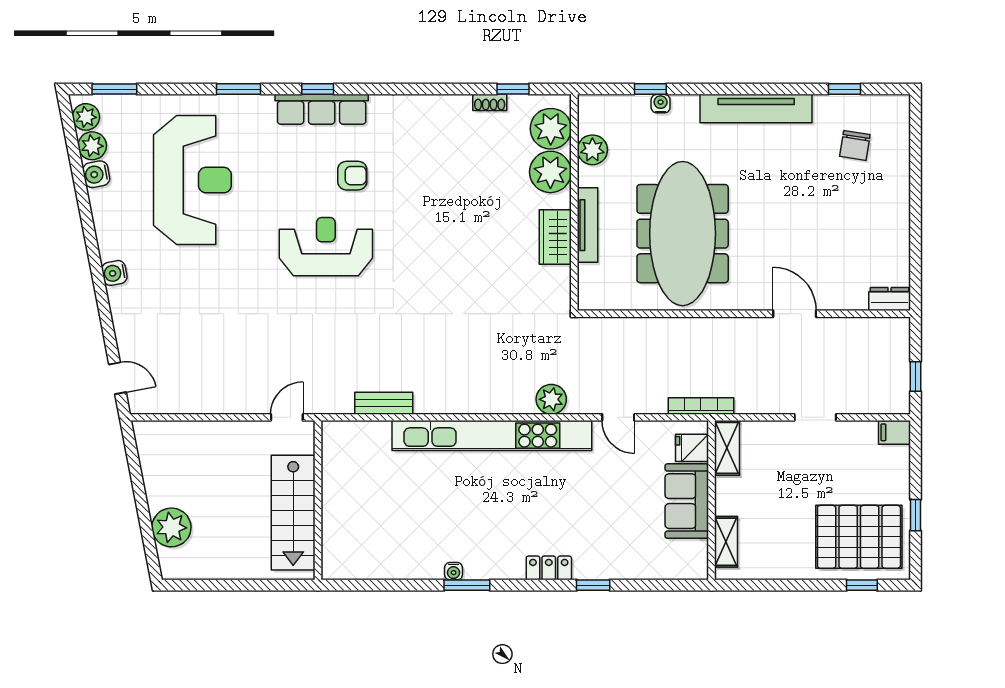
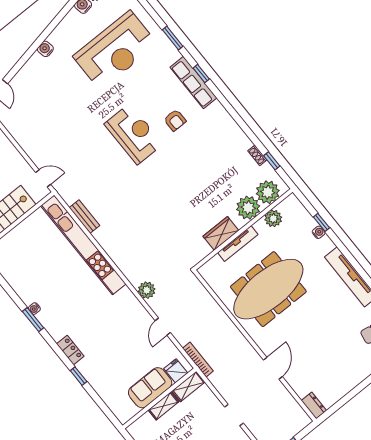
kitchen unit: (492, 436) -> (83, 245), moved
shelving: (726, 542) -> (163, 406), moved

